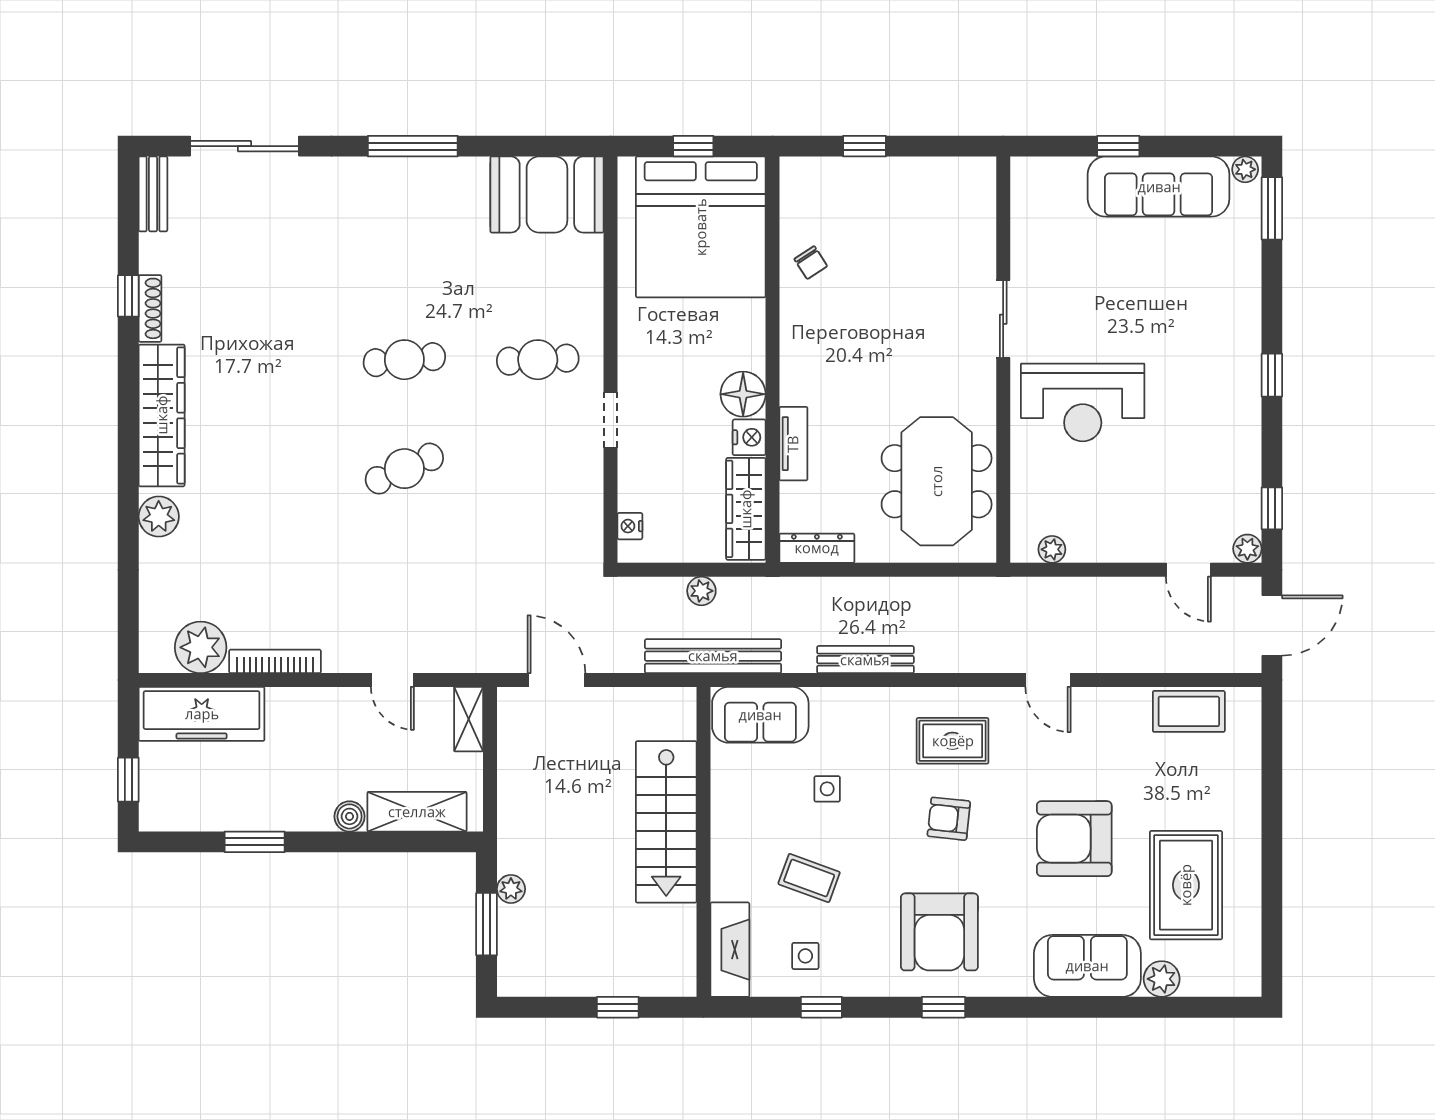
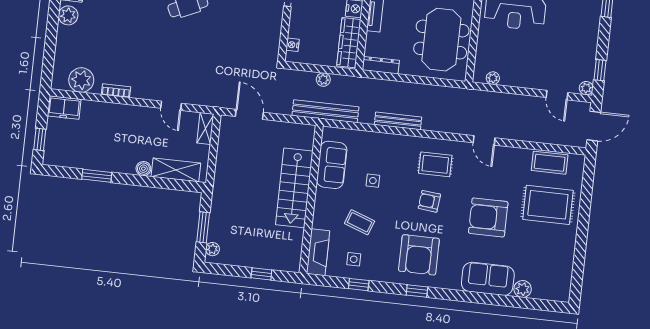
bookcase: (275, 661) -> (116, 91), width x0.64
freezer: (202, 714) -> (64, 108), width x0.52, depth x0.79
sofa: (760, 715) -> (332, 165), moved, turned -90
rug: (1186, 885) -> (548, 205), moved, turned 90
plant: (511, 889) -> (213, 249), moved

